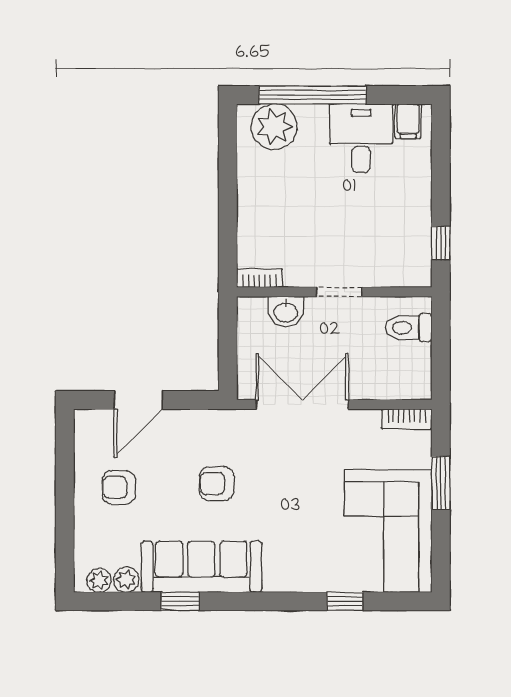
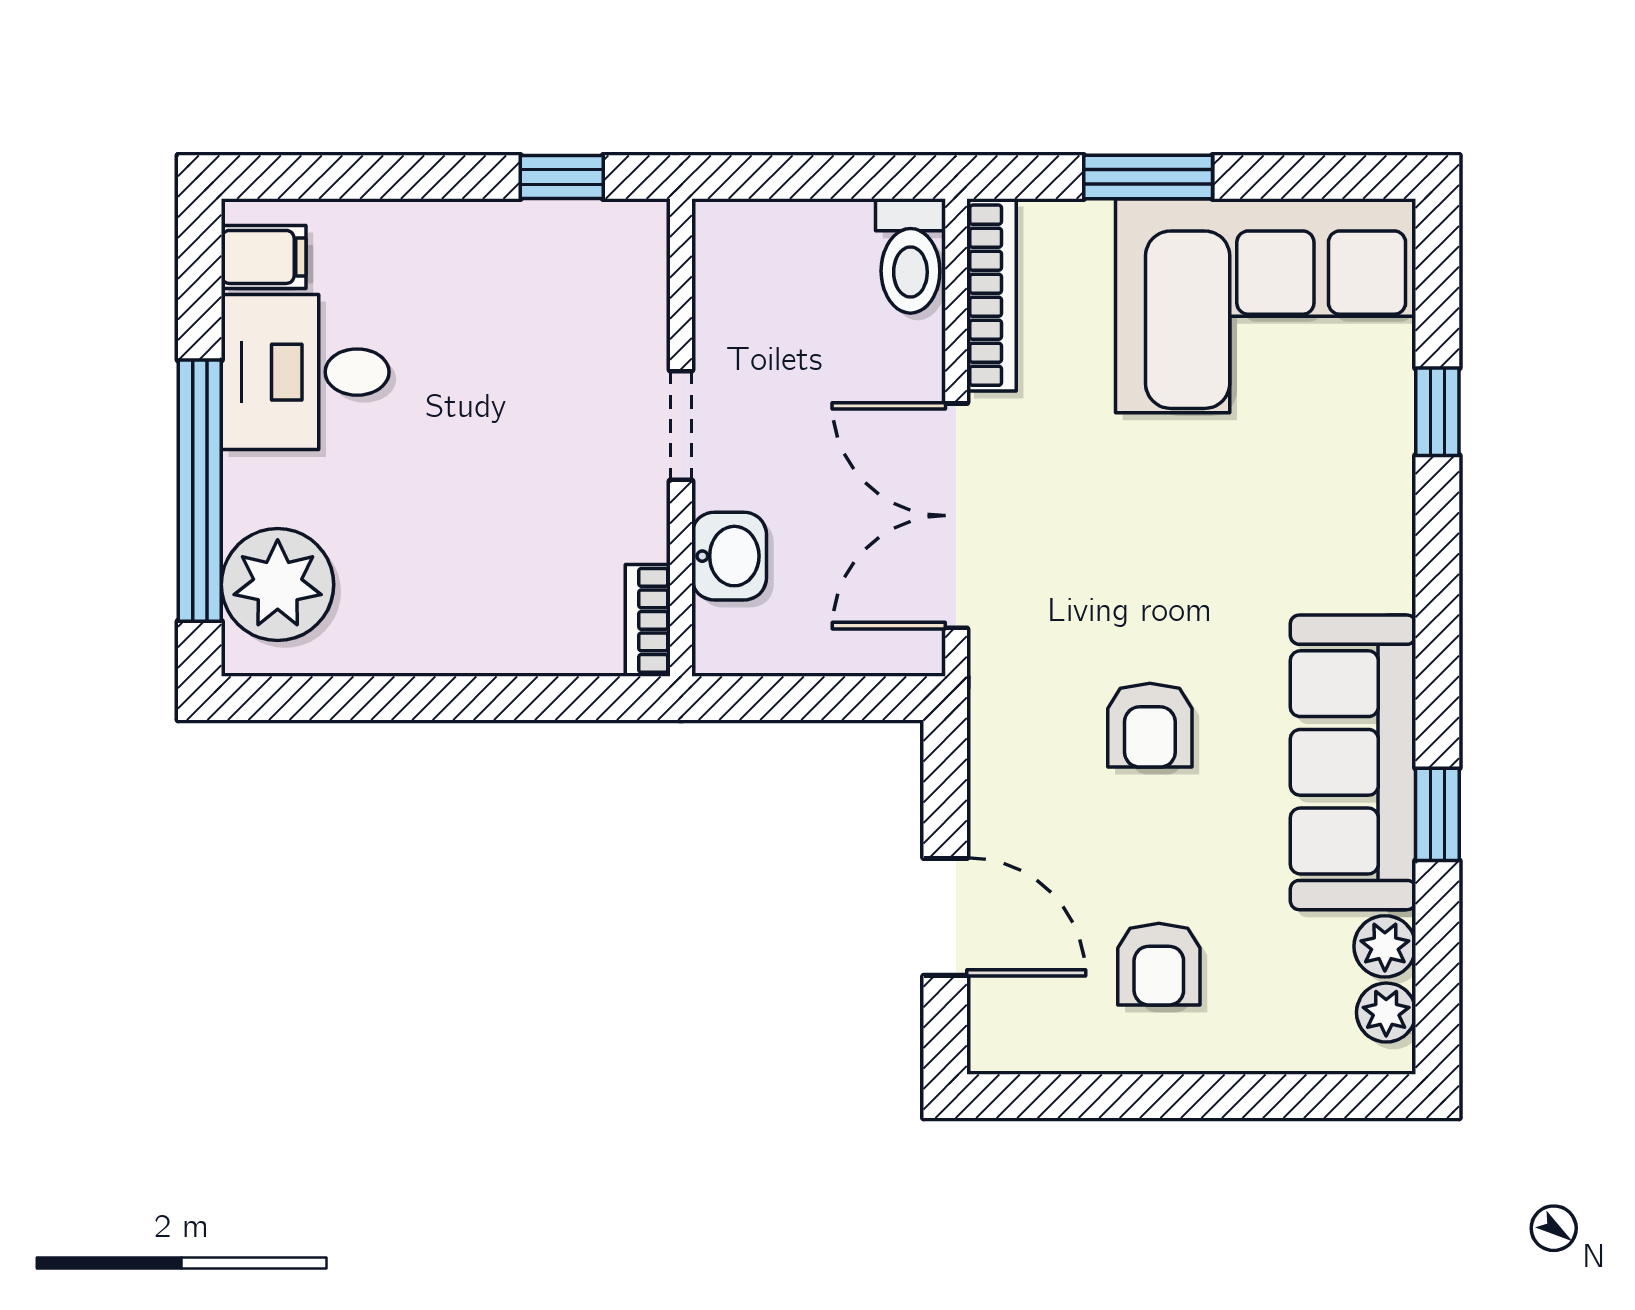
toilet: (409, 328) -> (910, 256), moved
bookcase: (407, 419) -> (992, 295), width x1.56

